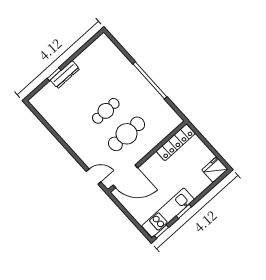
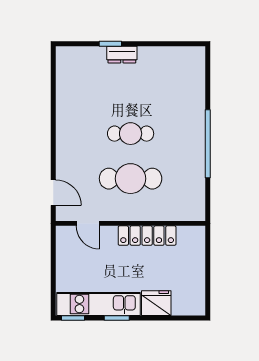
dresser: (65, 74) -> (122, 55), width x0.70
locker: (176, 142) -> (147, 236), moved
fridge: (215, 170) -> (156, 303), moved
door: (125, 176) -> (88, 223), width x0.53

